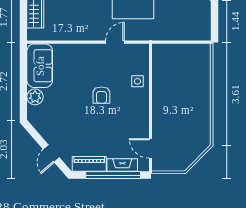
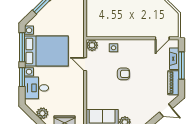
plant: (141, 52) -> (92, 45), added
window: (113, 175) -> (181, 65), width x0.68

